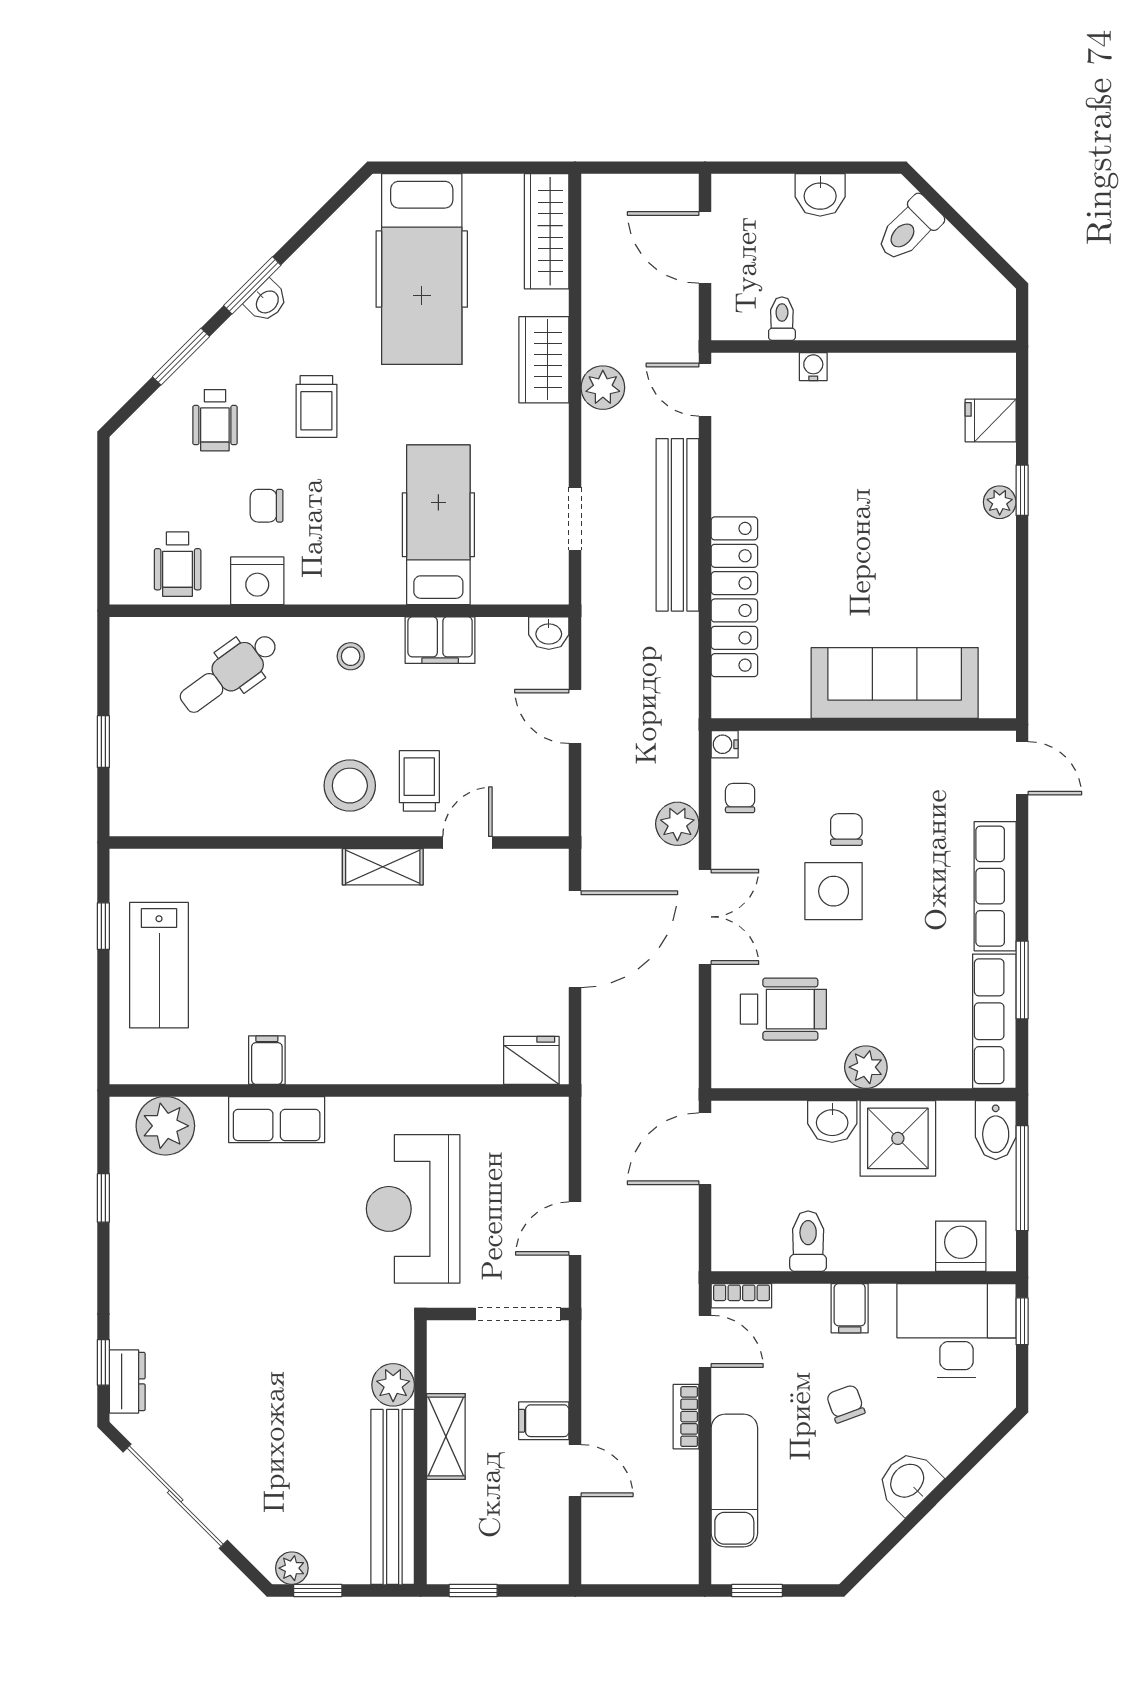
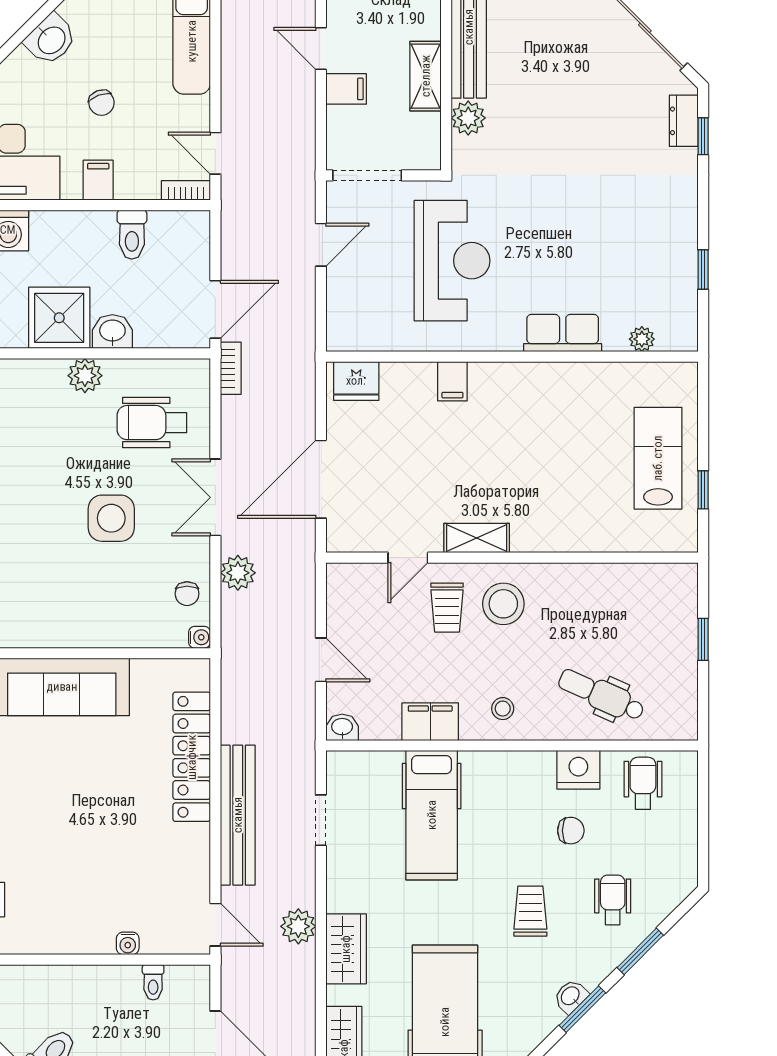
dental chair: (229, 673) -> (601, 695), turned -120
chair: (846, 830) -> (101, 568), removed
filing cabinet: (267, 1060) -> (452, 381), moved
plant: (165, 1126) -> (642, 339), width x0.53, depth x0.53
bookcase: (686, 1417) -> (231, 368), moved

